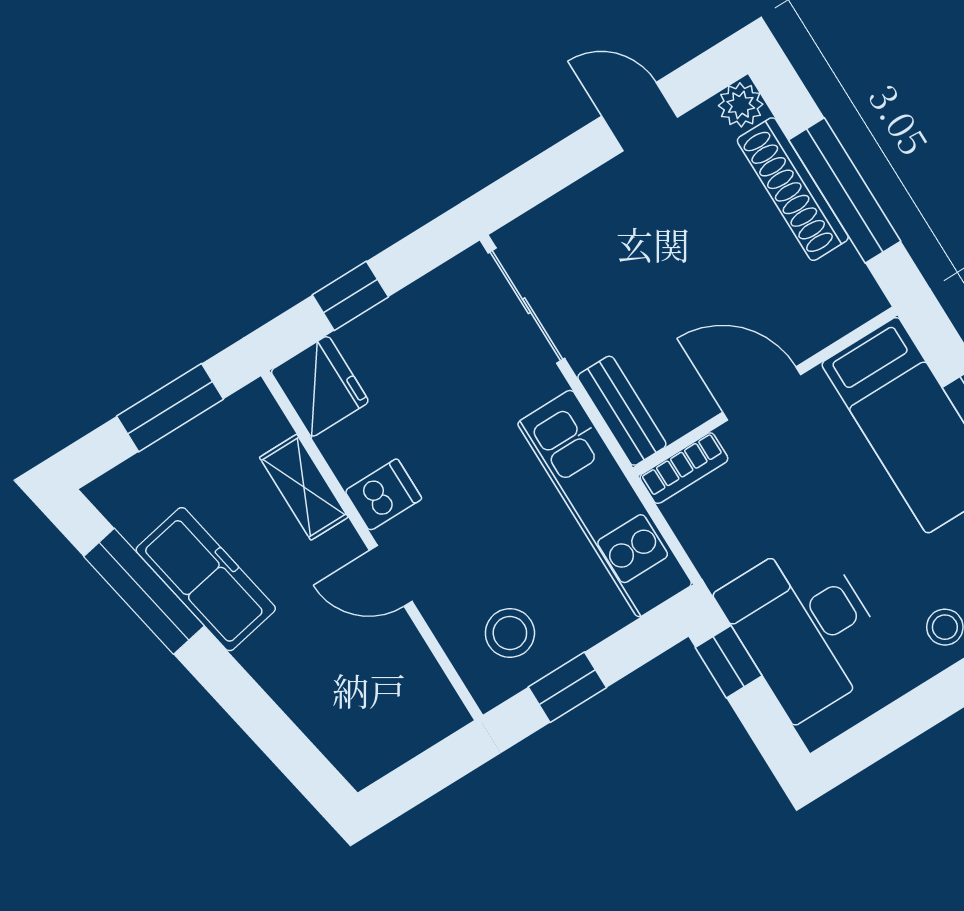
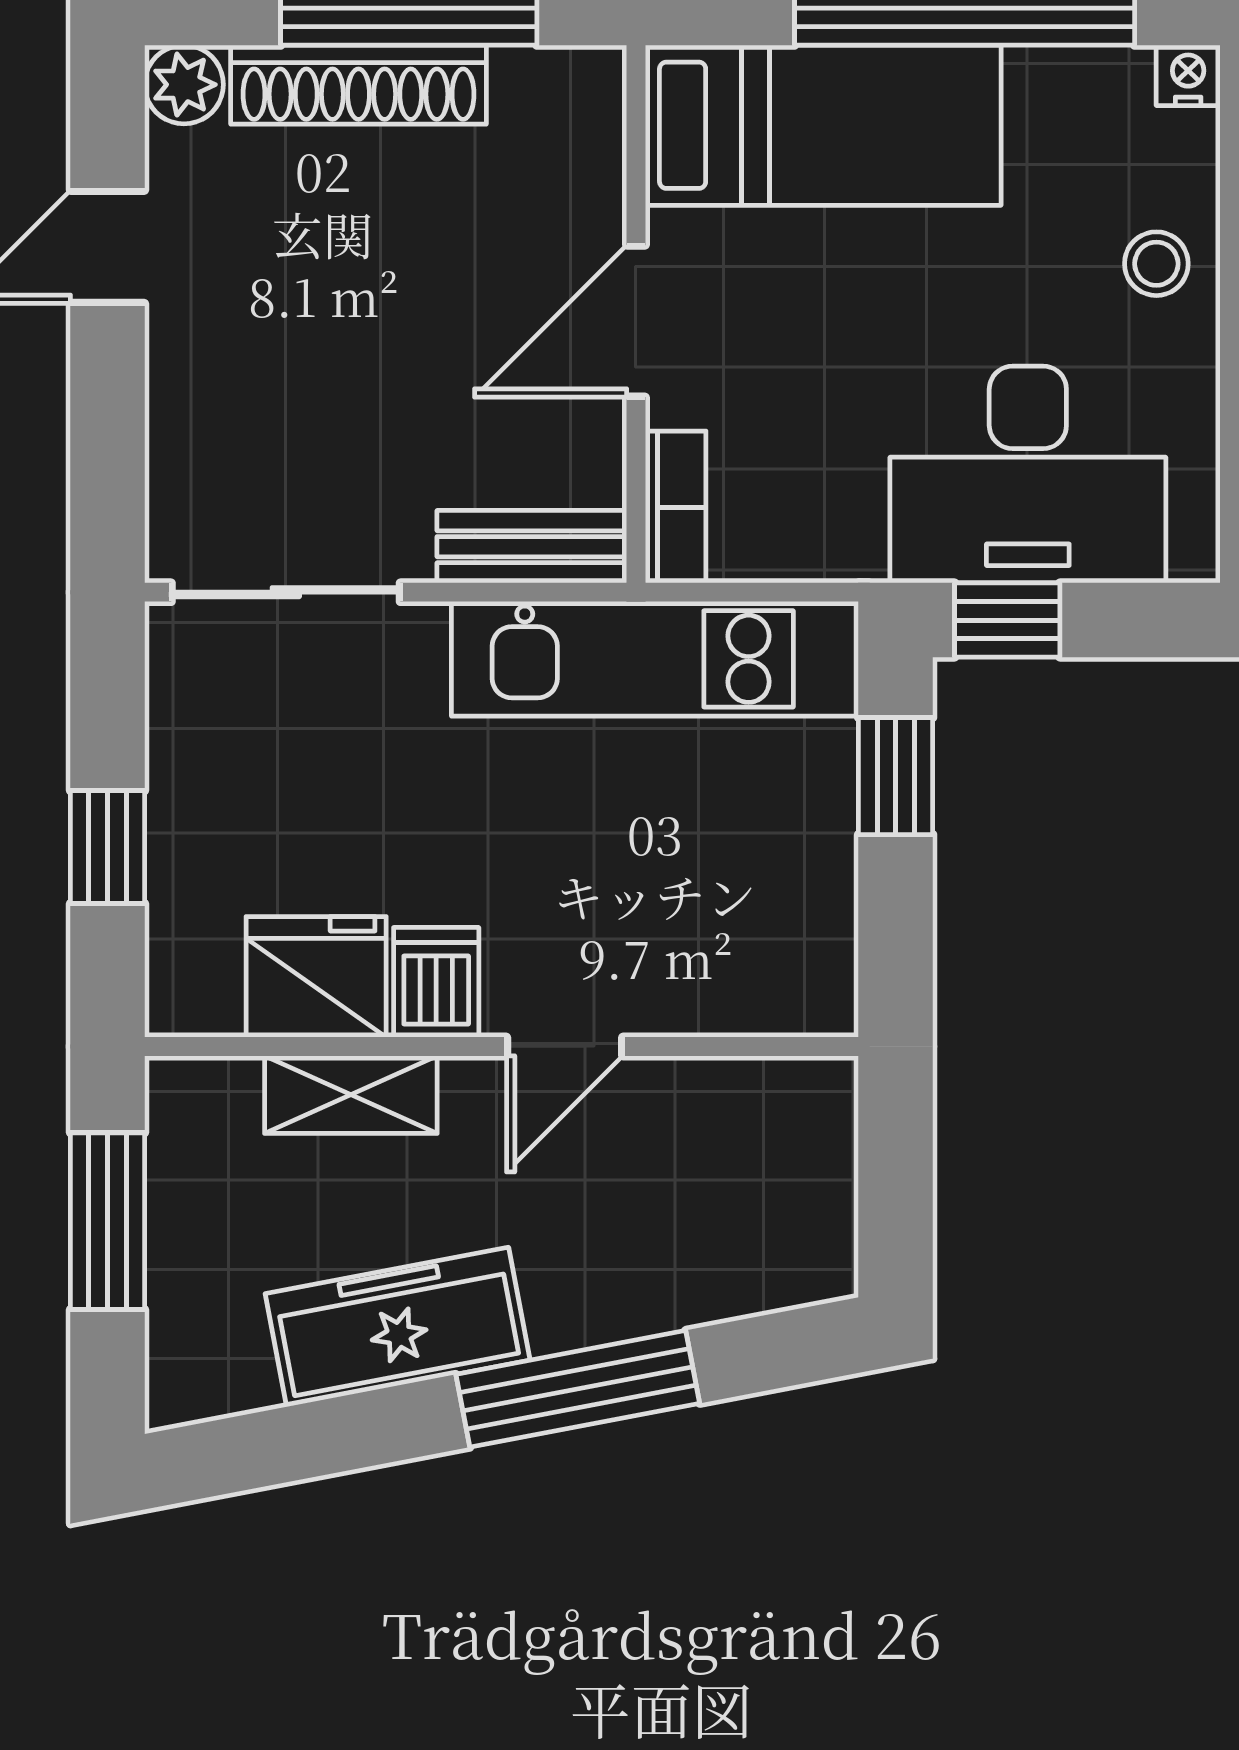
fridge: (320, 386) -> (316, 977), moved
window: (144, 591) -> (578, 1389), moved
stool: (510, 633) -> (761, 921), removed
window: (567, 687) -> (896, 776), moved

